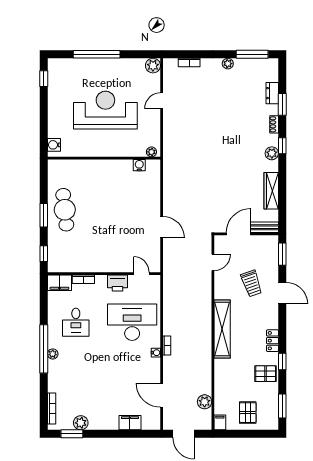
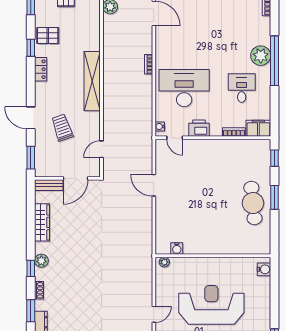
reception desk: (105, 110) -> (211, 305), turned 180
desk: (132, 322) -> (184, 88), turned 180
water cooler: (156, 353) -> (160, 126), moved
plant: (53, 354) -> (261, 56), width x1.88, depth x1.88

